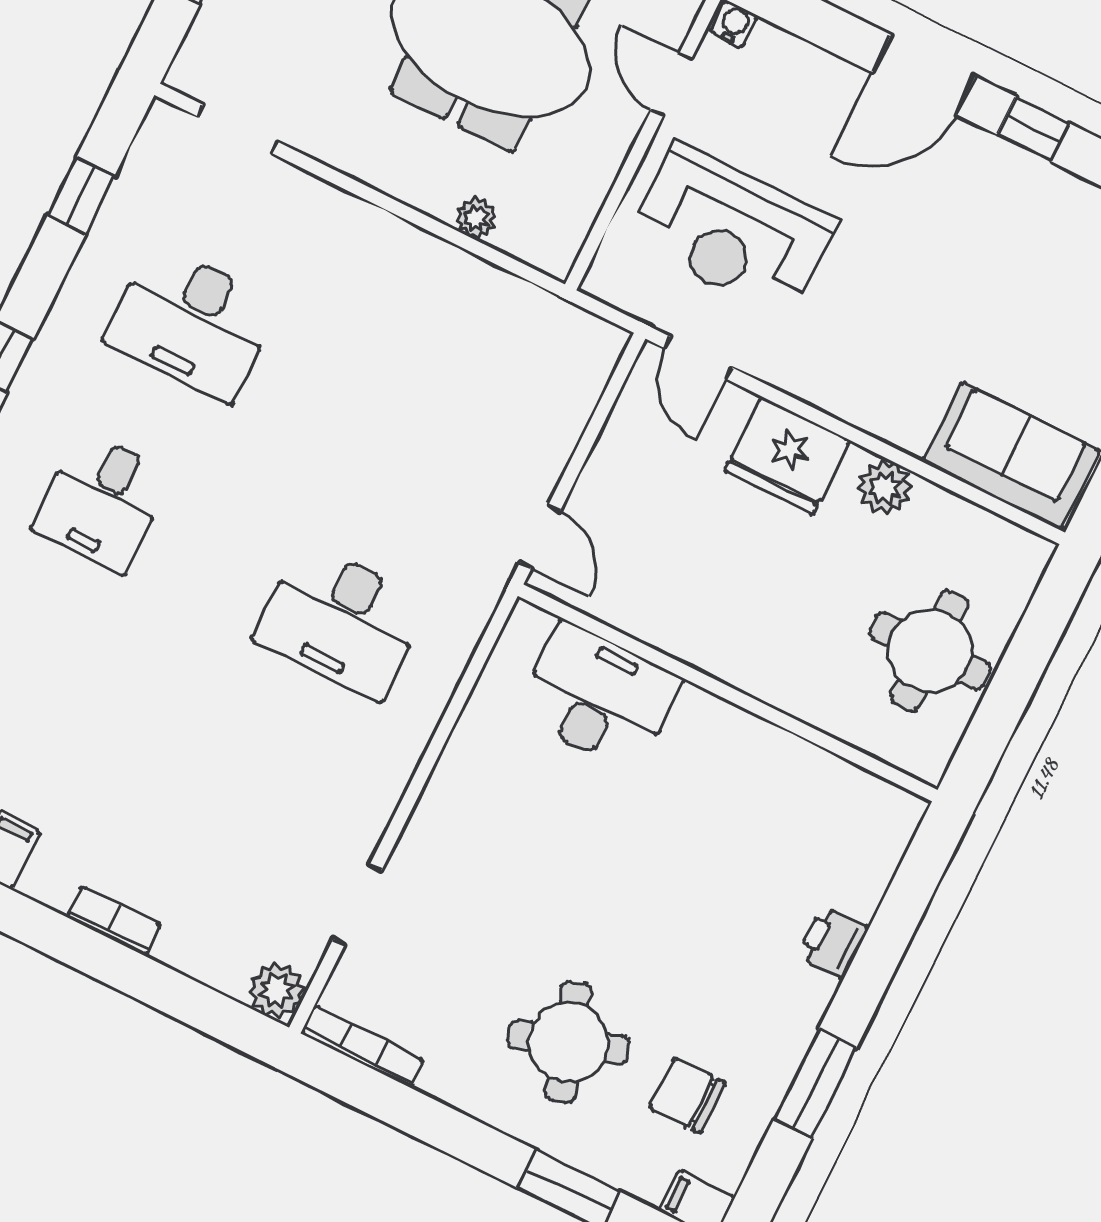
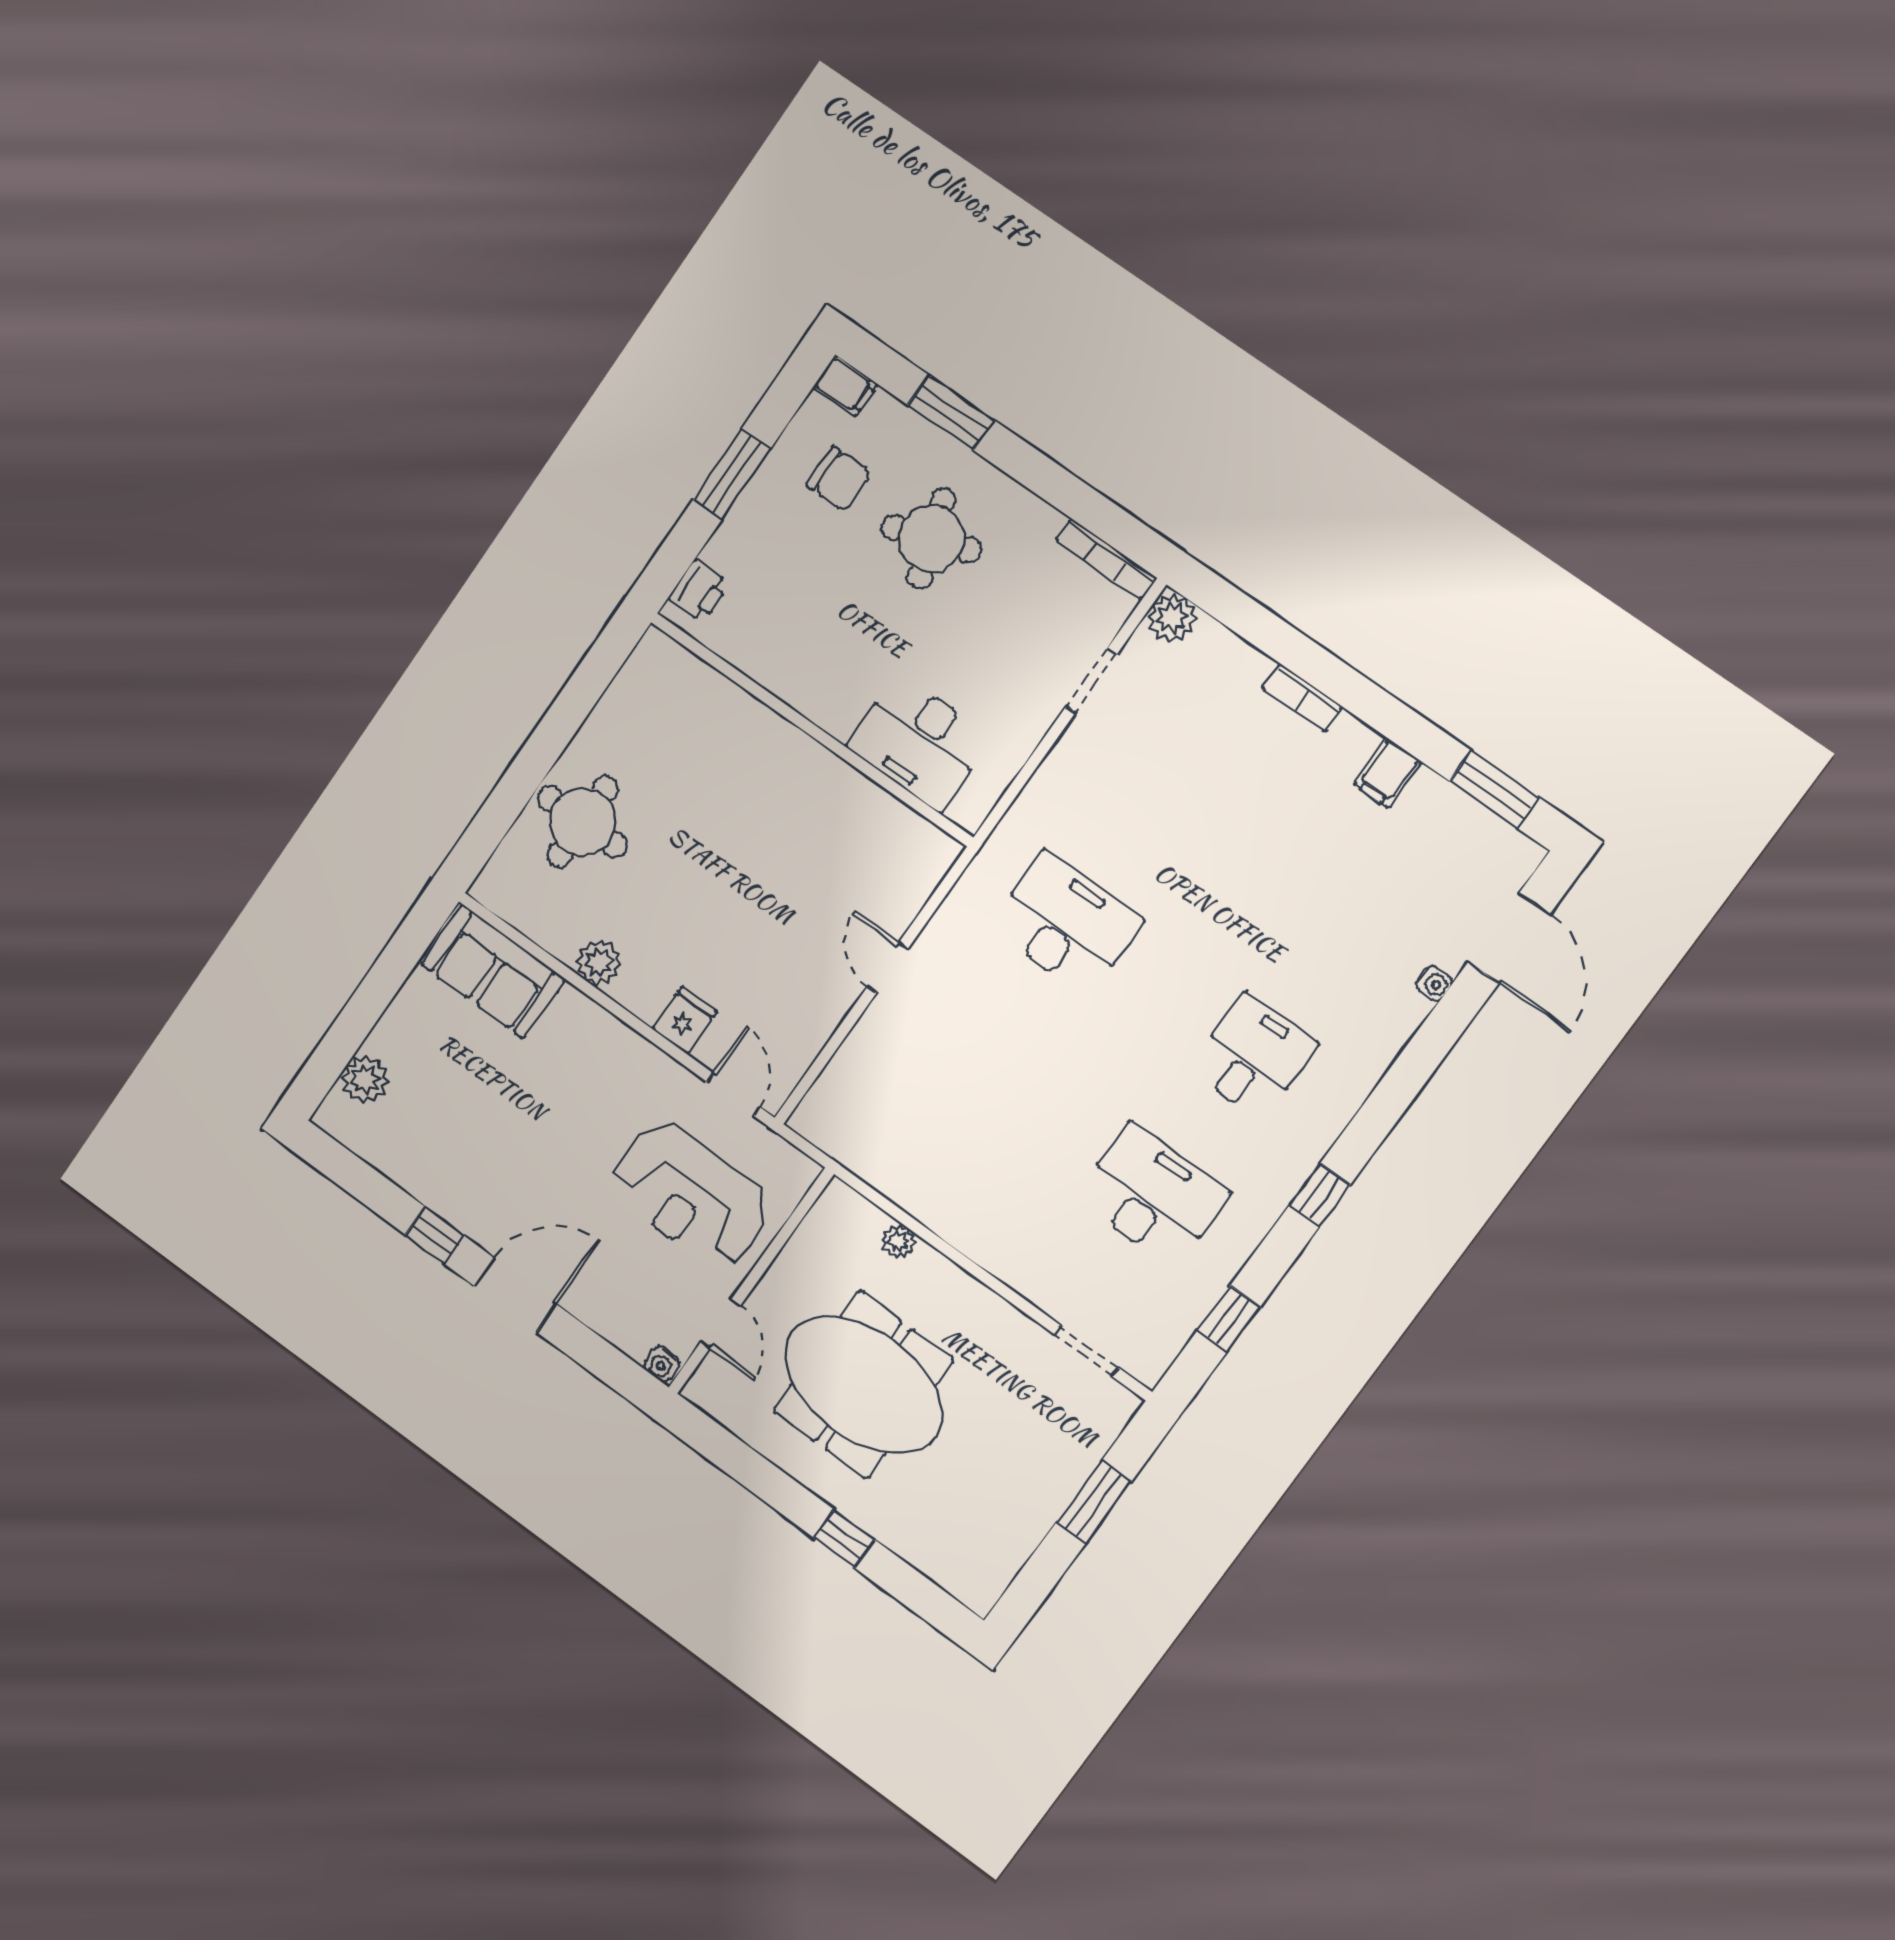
reception desk: (732, 231) -> (690, 1195), turned 180
fridge: (787, 456) -> (685, 1020), width x0.53, depth x0.75
wall: (728, 693) -> (811, 729), moved
desk: (599, 697) -> (919, 742), moved

